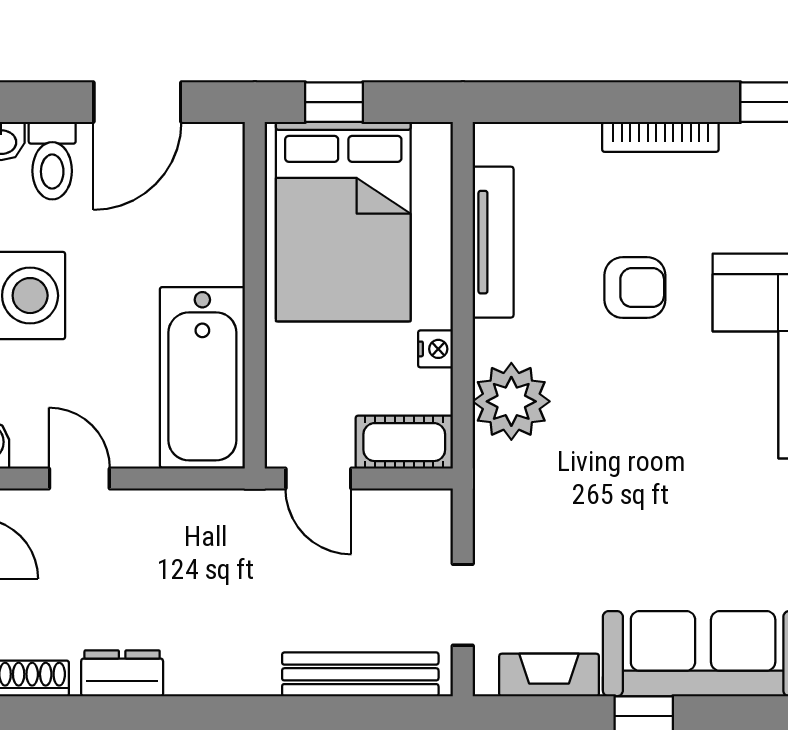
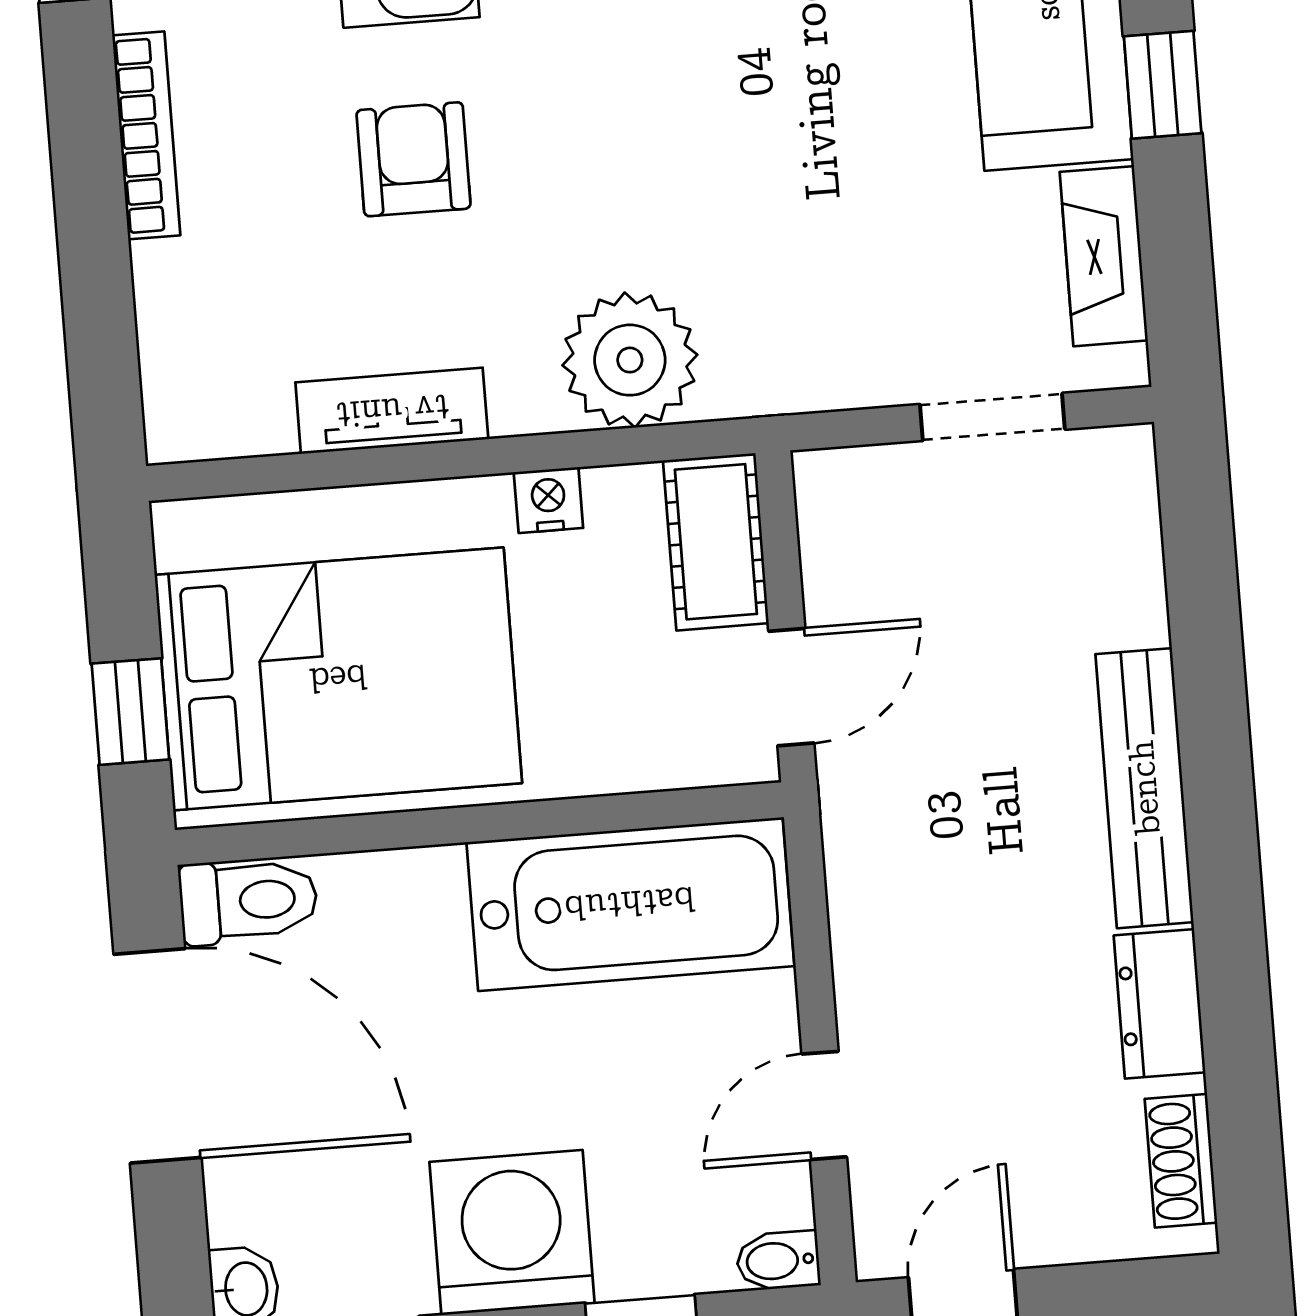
door: (137, 102) -> (157, 1056), width x1.36
toilet: (52, 161) -> (248, 901), moved
tv unit: (493, 242) -> (392, 411), width x0.71
bench: (360, 674) -> (1144, 788), moved

